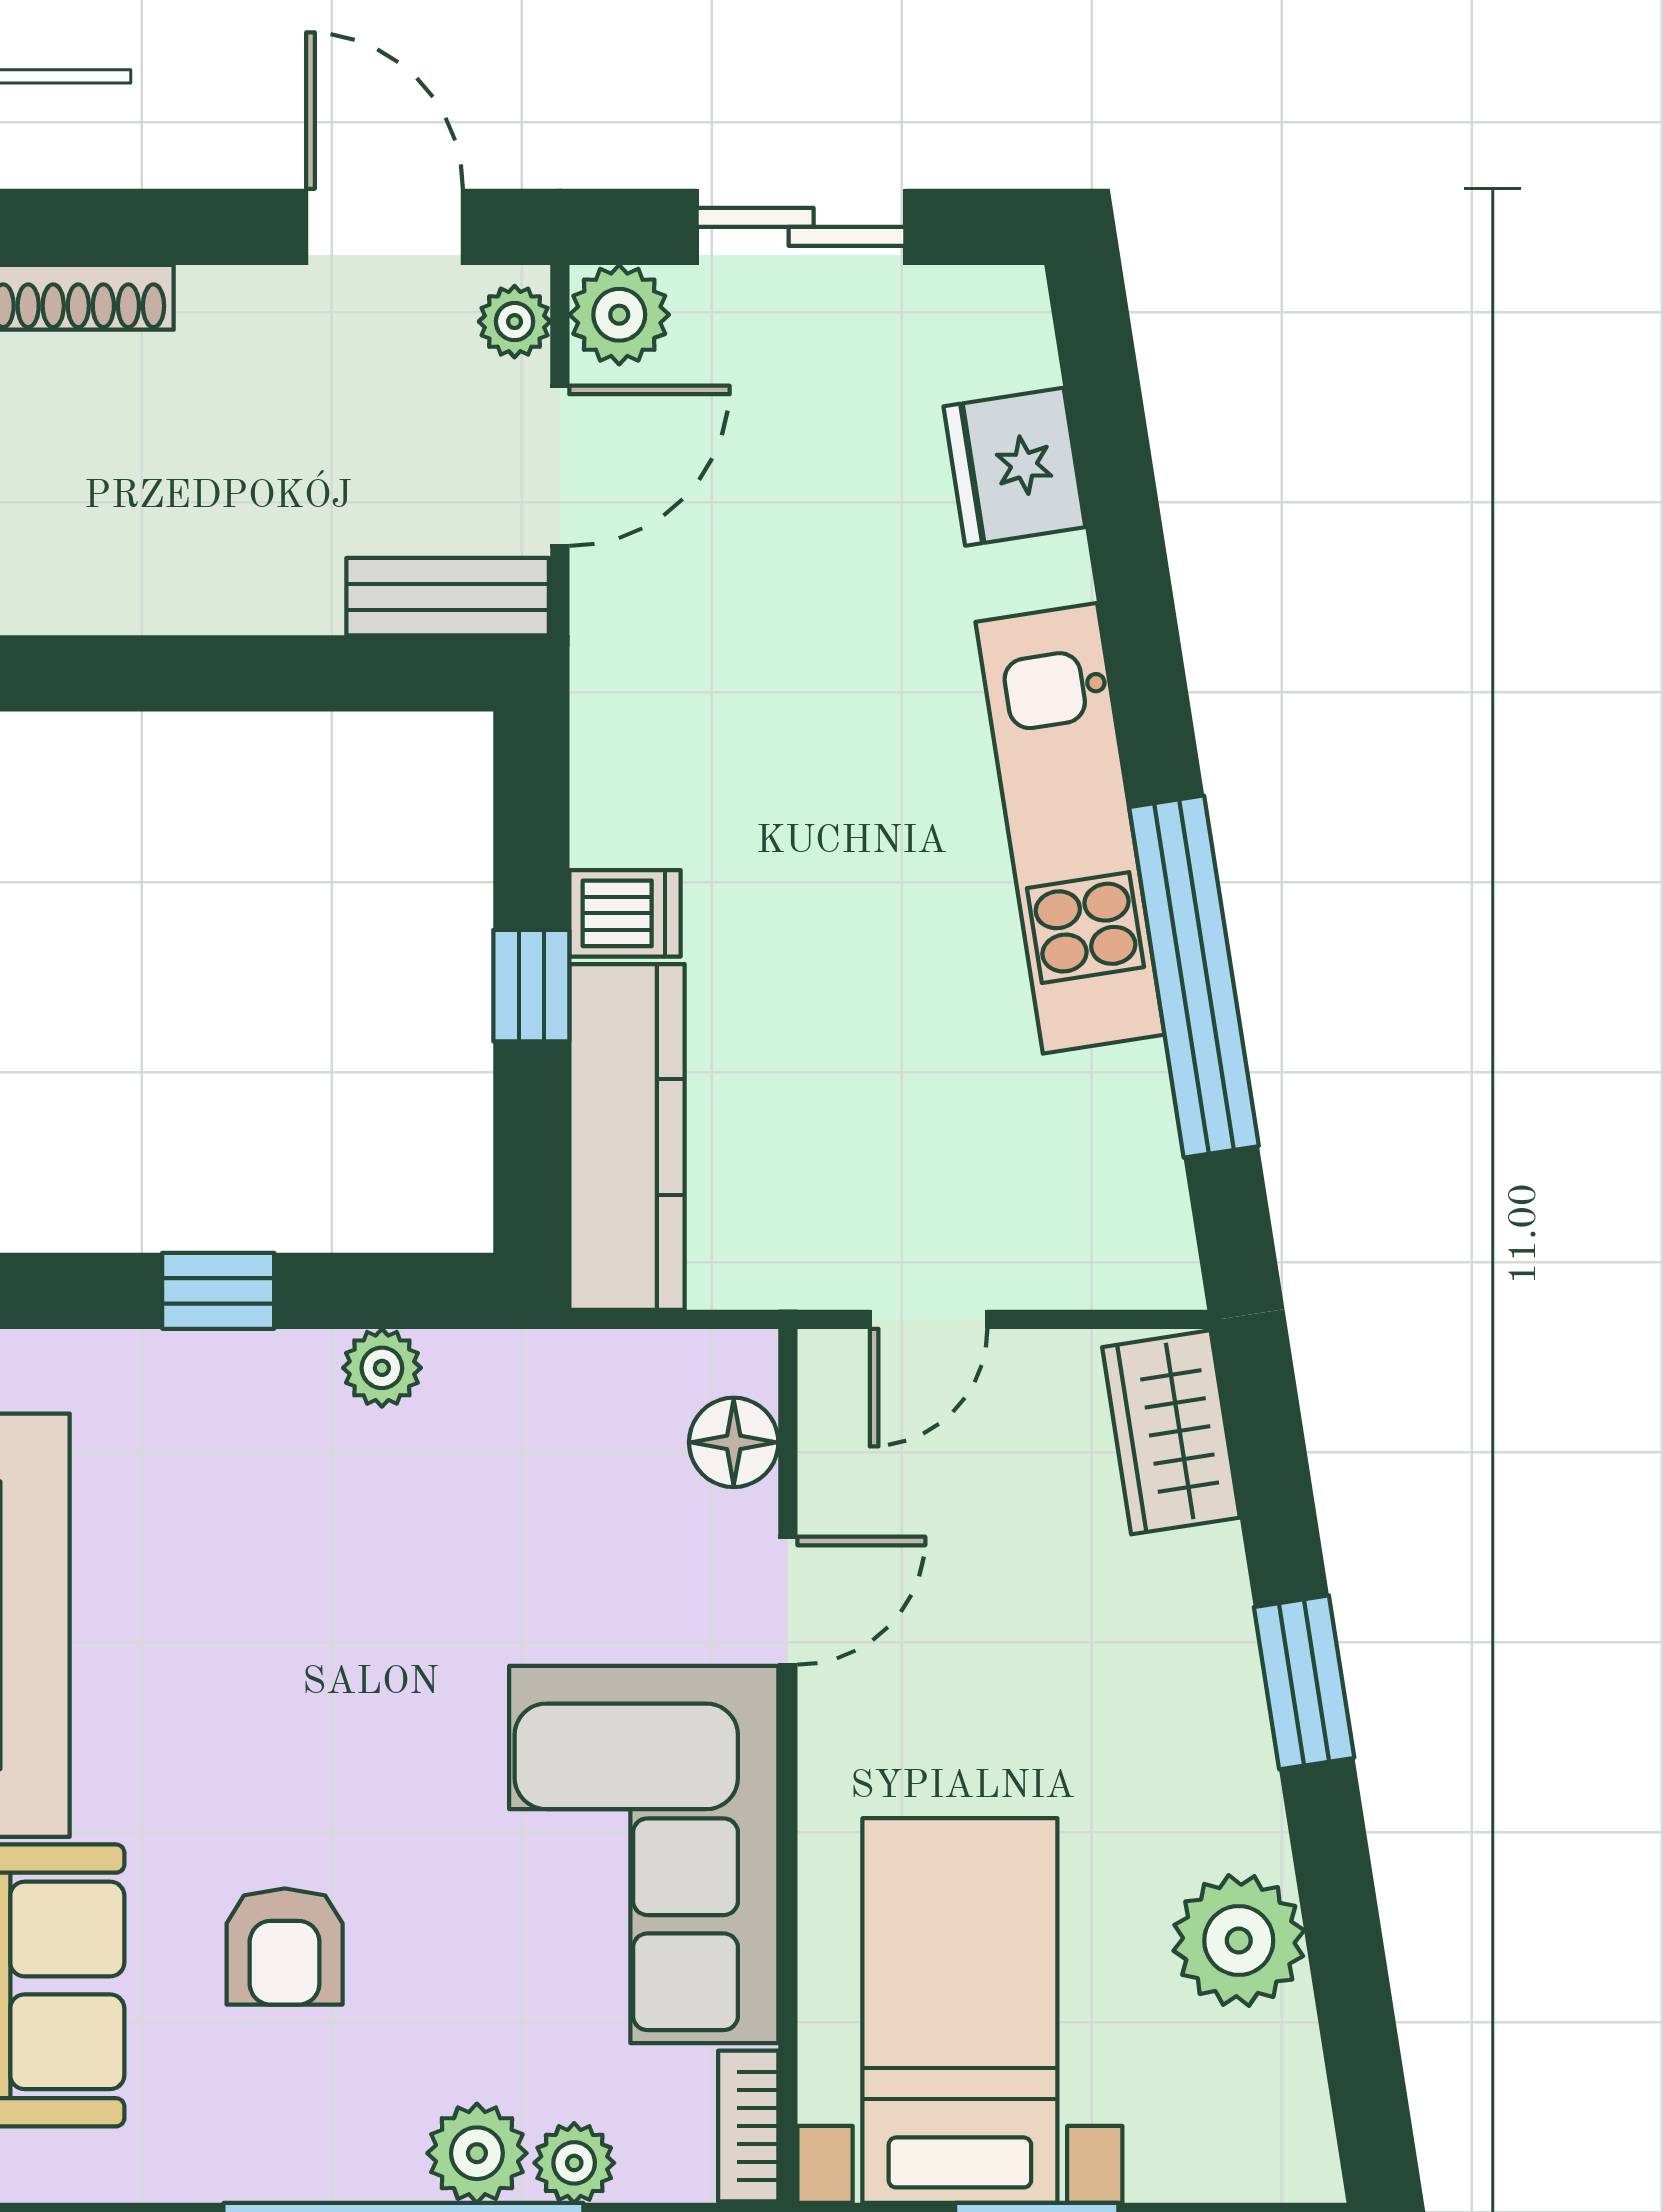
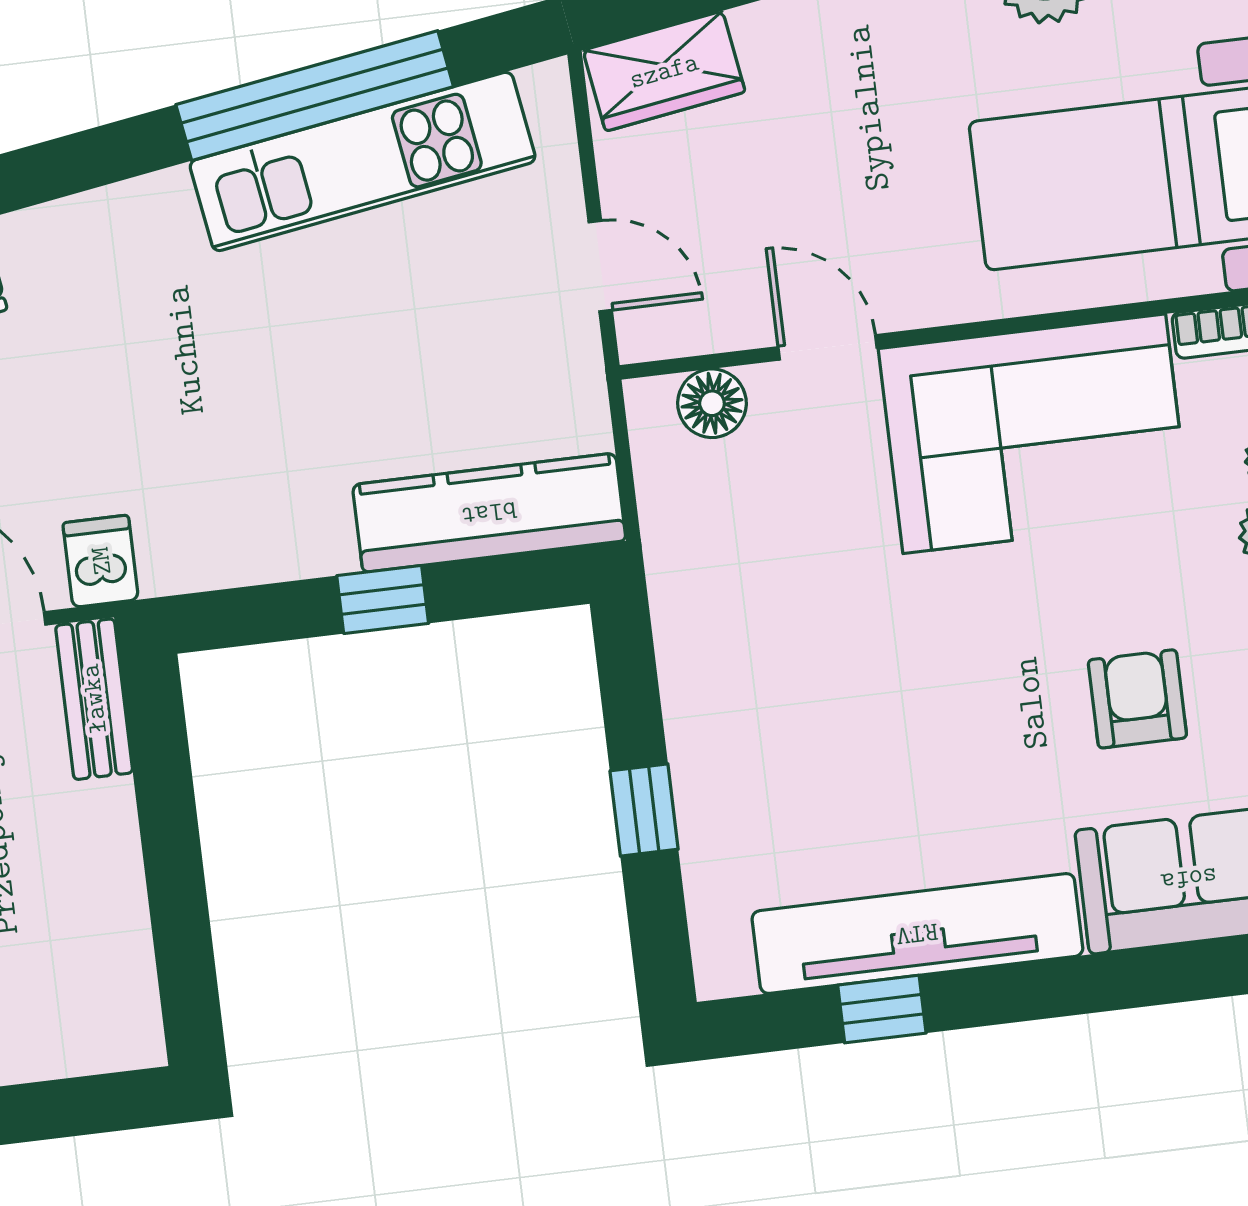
kitchen unit: (1070, 828) -> (363, 161), moved
dishwasher: (625, 913) -> (101, 561), moved
plant: (382, 1368) -> (688, 678), removed
armchair: (285, 1946) -> (1137, 699), turned -90

